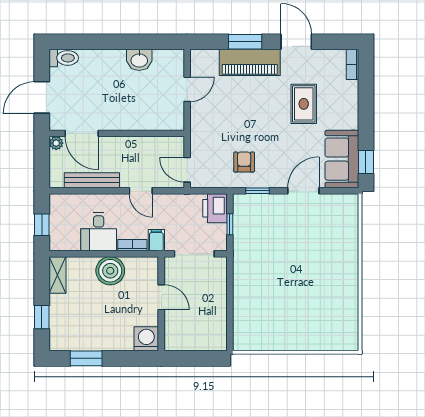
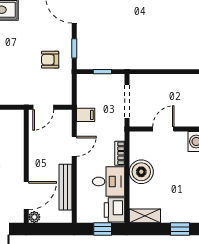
door: (187, 170) -> (43, 107), moved
printer: (215, 208) -> (115, 210), moved, turned 90
filing cabinet: (156, 240) -> (86, 115), moved, turned 180

